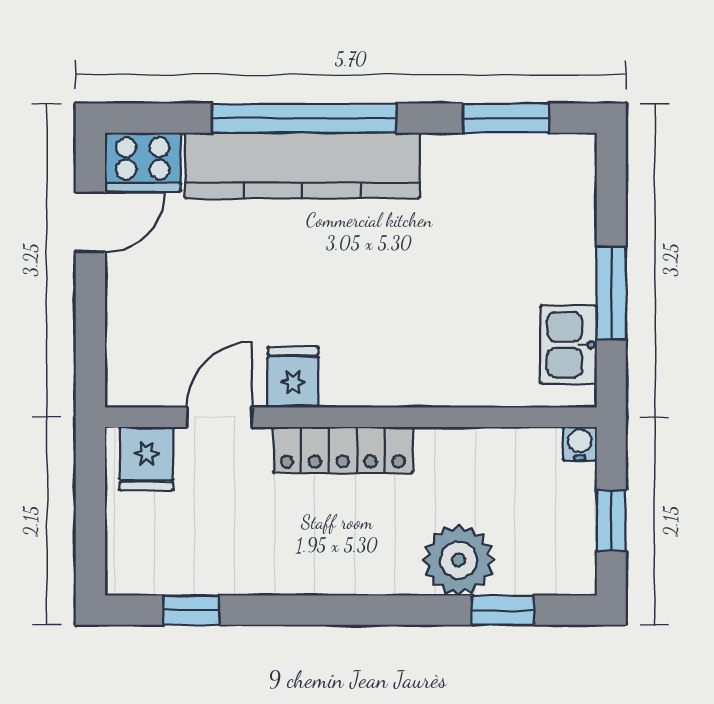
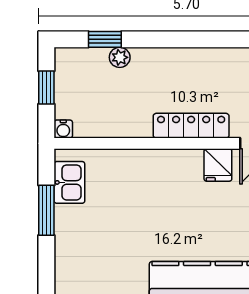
plant: (459, 560) -> (120, 57), width x0.53, depth x0.53

